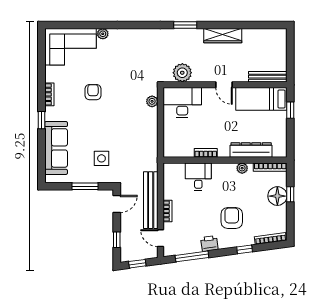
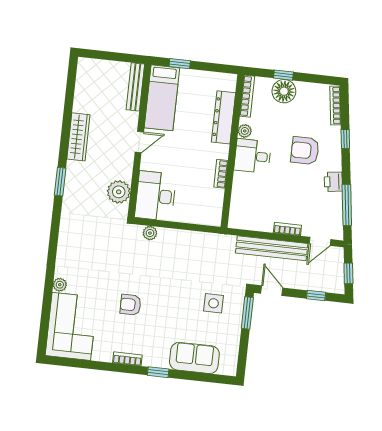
sofa: (56, 148) -> (194, 358), width x0.73
desk: (198, 177) -> (253, 156), moved
window: (85, 186) -> (247, 313), moved

